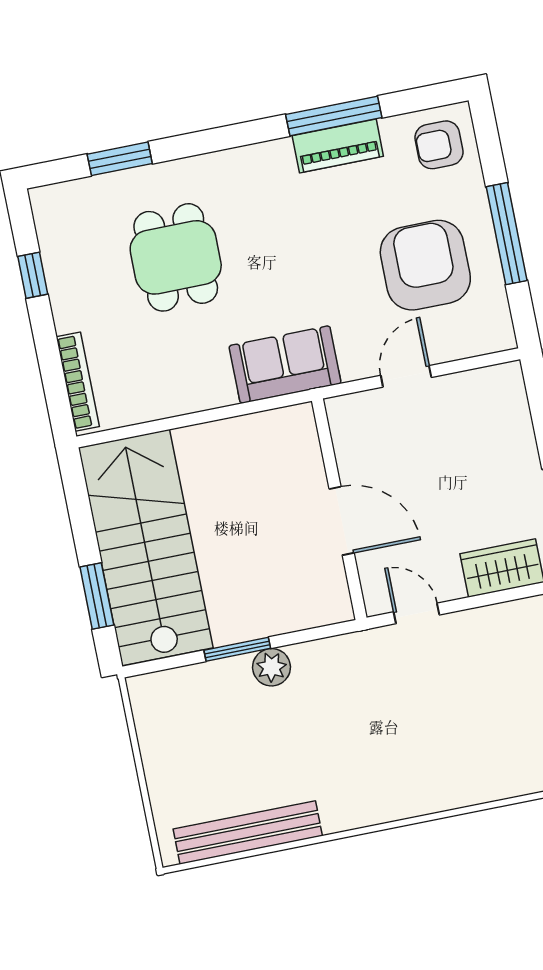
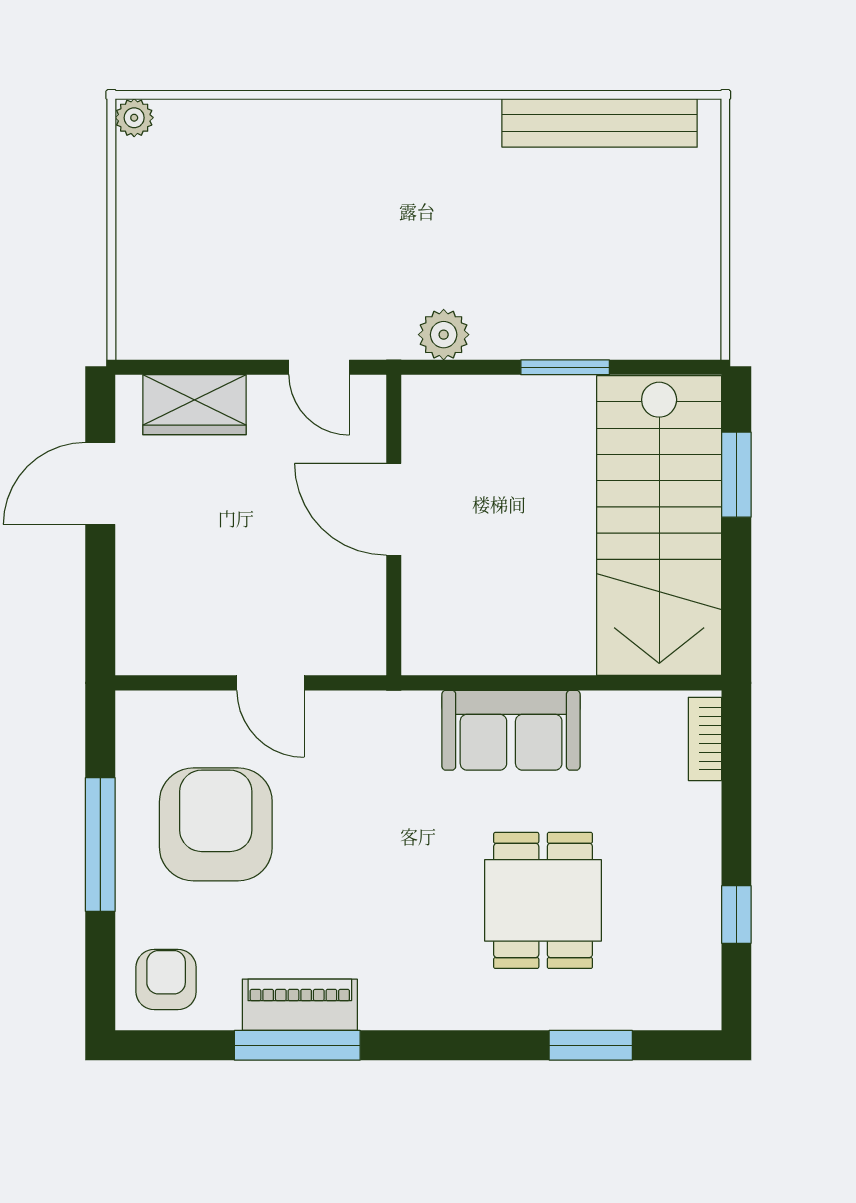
armchair: (439, 145) -> (166, 979), turned -90
armchair: (425, 265) -> (216, 824), turned 180
sofa: (285, 365) -> (511, 730), moved
door: (406, 376) -> (270, 683), hinge flipped
bookcase: (78, 382) -> (705, 739), width x0.64
plant: (272, 667) -> (444, 335), moved

